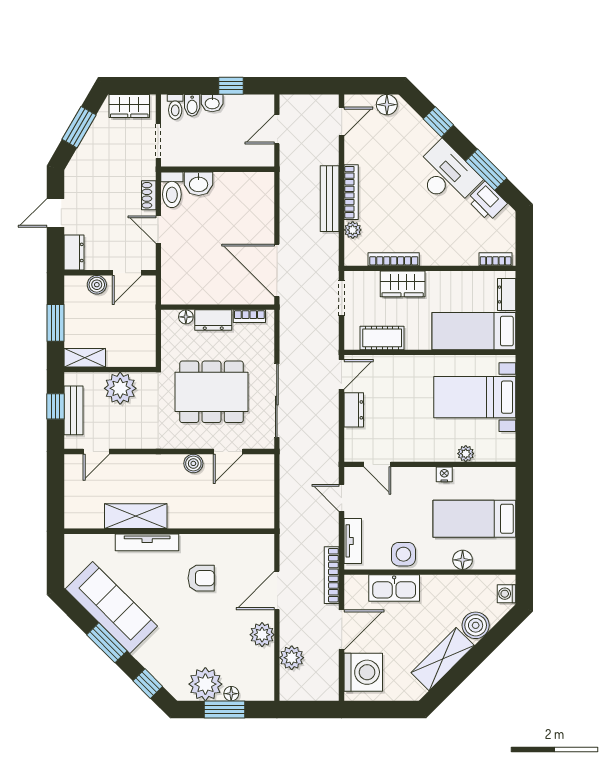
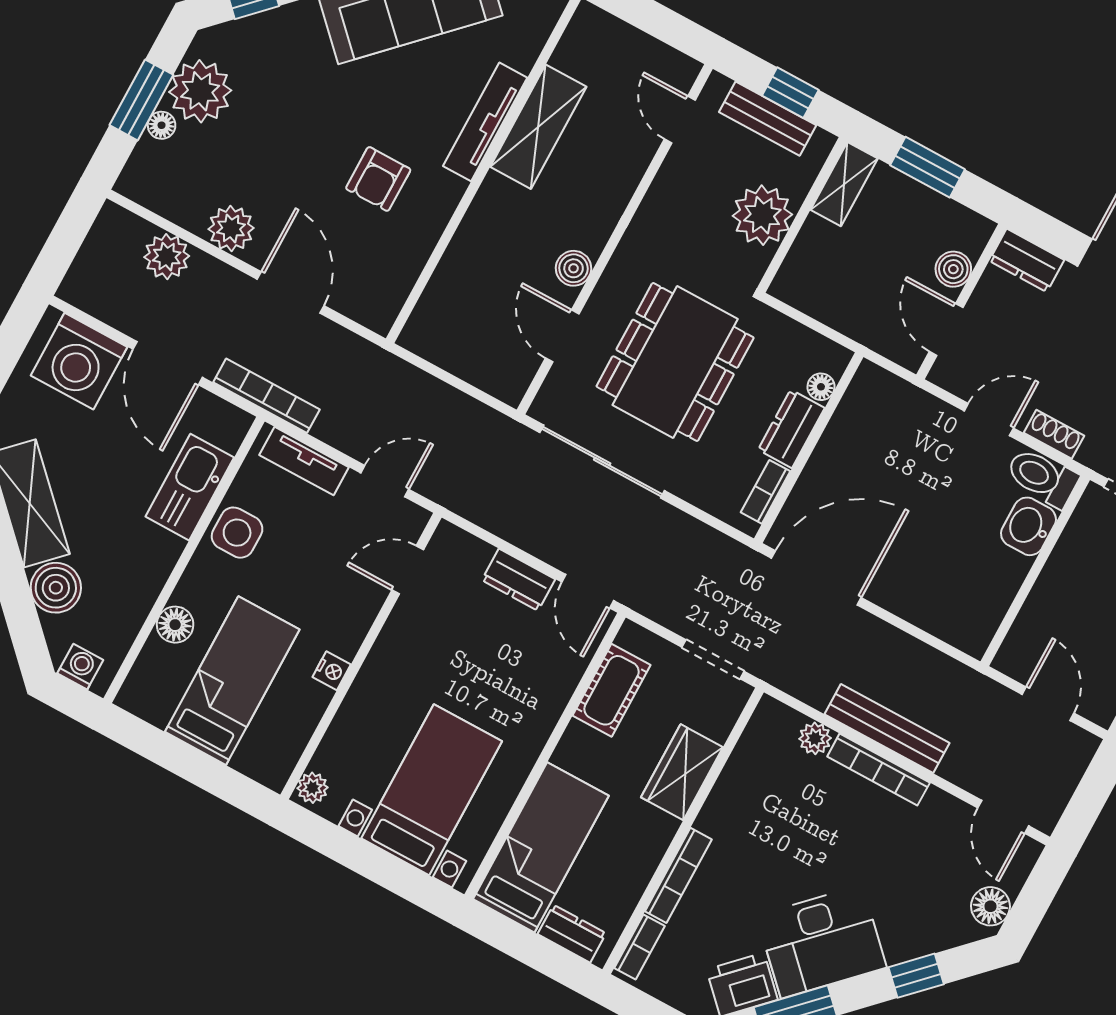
bookcase: (394, 259) -> (678, 875), moved
plant: (466, 454) -> (312, 788), moved

